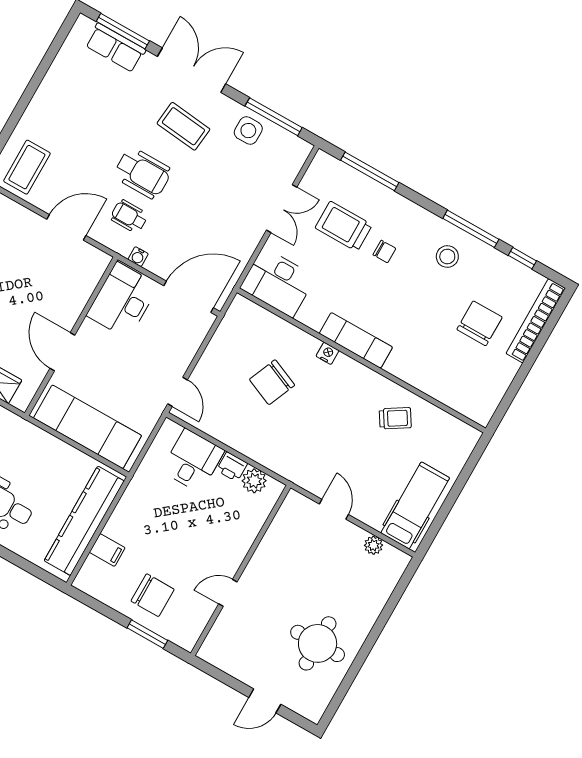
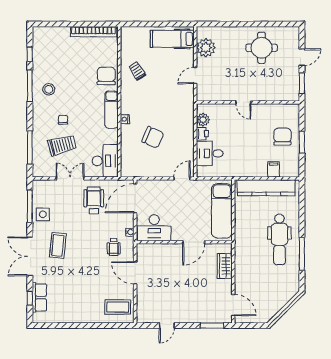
window: (123, 31) -> (30, 298), width x0.46
wheelchair: (143, 173) -> (94, 200), moved
trolley: (344, 226) -> (62, 145), turned -105
door: (189, 297) -> (135, 198), hinge flipped
bookcase: (536, 321) -> (93, 32), moved
chair: (480, 323) -> (106, 76), moved, turned 90
plant: (374, 545) -> (206, 48), width x1.88, depth x1.88
door: (228, 593) -> (243, 102), moved
window: (147, 634) -> (302, 142), moved
window: (222, 676) -> (302, 83), added
door: (265, 701) -> (302, 57), hinge flipped

